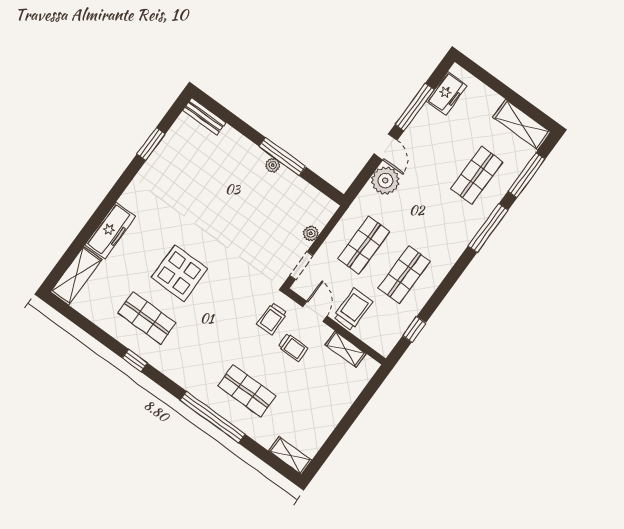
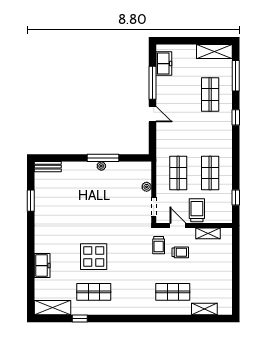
plant: (385, 181) -> (165, 132), removed
window: (488, 228) -> (236, 117), width x0.46
freezer: (110, 231) -> (42, 266), width x0.71
shelving: (76, 276) -> (52, 308), moved, turned 90
window: (135, 361) -> (80, 318), moved
window: (213, 417) -> (165, 318), removed
shelving: (290, 456) -> (204, 309), moved

